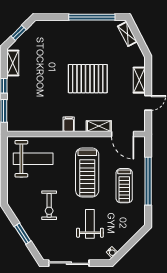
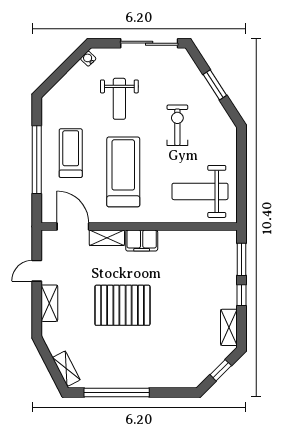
filing cabinet: (69, 124) -> (142, 240), width x2.00

